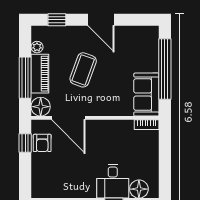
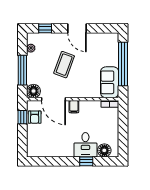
piano: (40, 74) -> (33, 67), removed
filing cabinet: (97, 128) -> (74, 107), added

